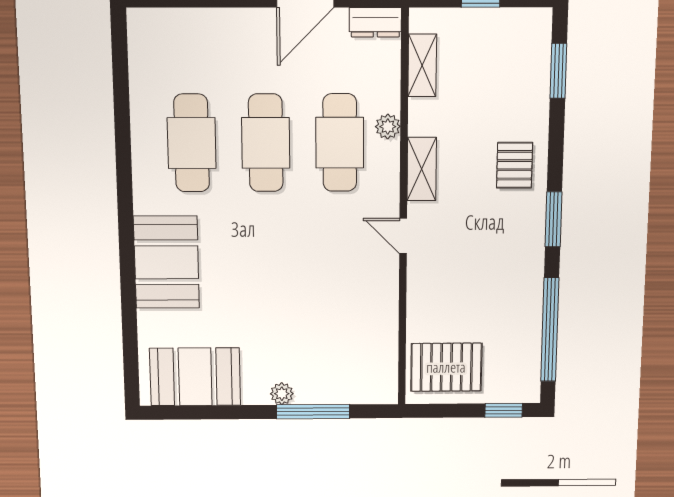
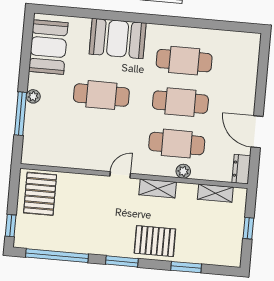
window: (558, 71) -> (186, 267), moved
pallet: (515, 165) -> (155, 241), width x1.50, depth x1.42
cafe table: (268, 281) -> (101, 95), added

